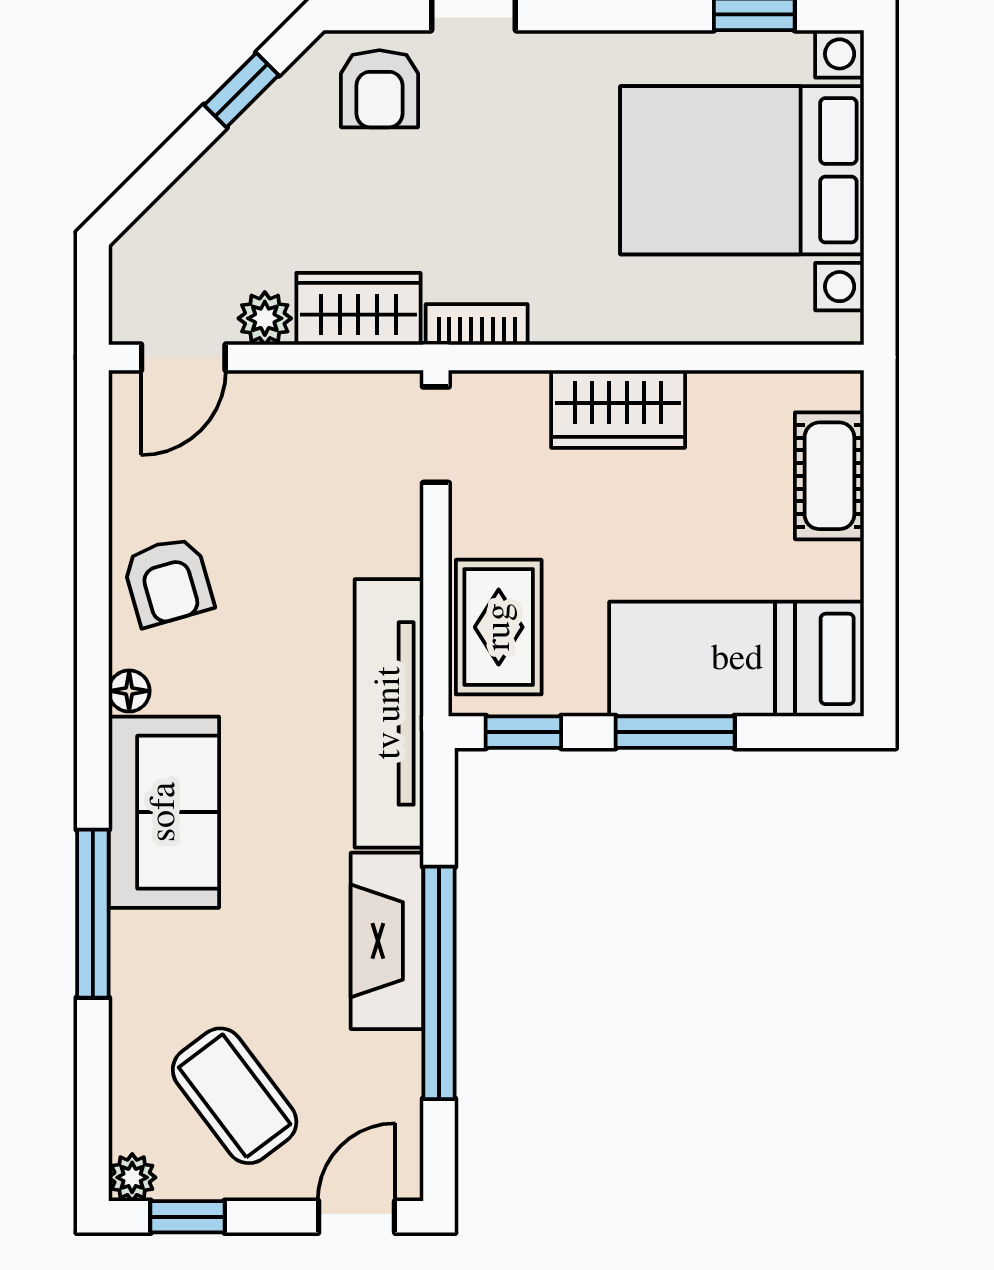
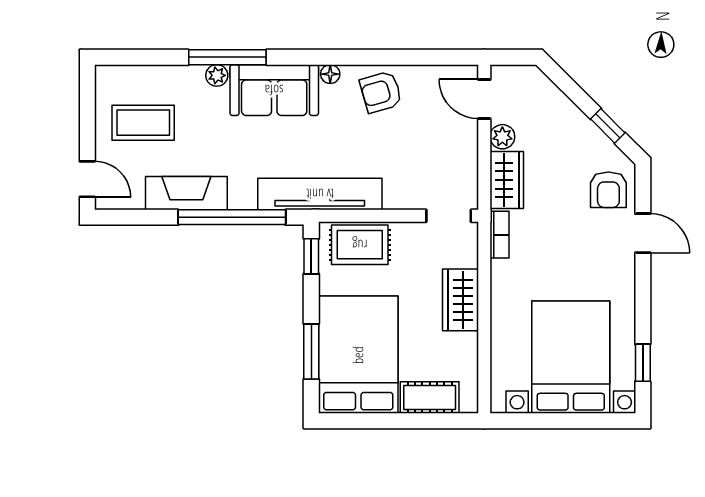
armchair: (379, 89) -> (608, 190), turned -90
bed: (737, 659) -> (358, 355), width x1.50
window: (675, 732) -> (311, 352), moved
fireplace: (387, 941) -> (186, 193), moved
window: (439, 983) -> (232, 217), moved
coffee table: (235, 1096) -> (143, 123), turned 37
plant: (132, 1177) -> (217, 75), moved
window: (188, 1217) -> (87, 101), removed

